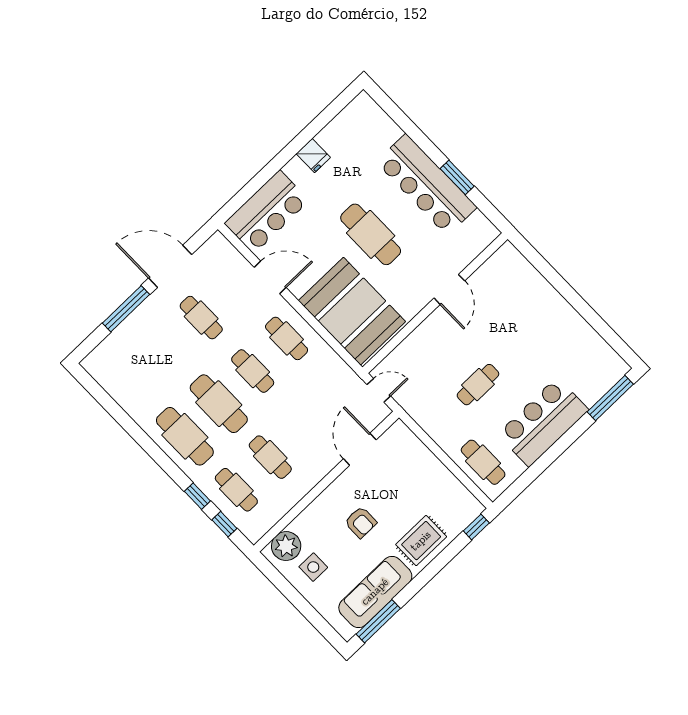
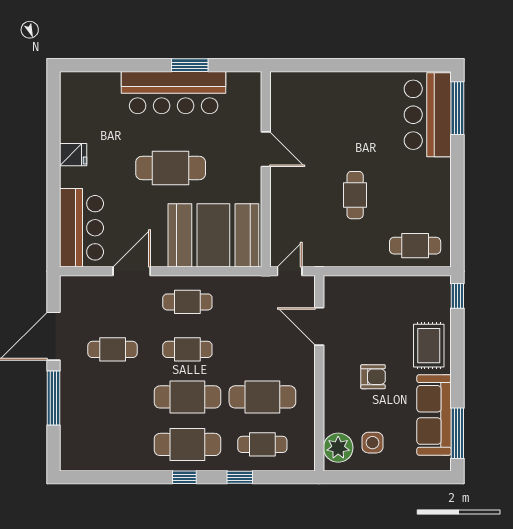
bar counter: (543, 422) -> (428, 115), moved
cafe table: (270, 457) -> (262, 397), width x1.37, depth x1.35
window: (224, 524) -> (184, 477), moved

